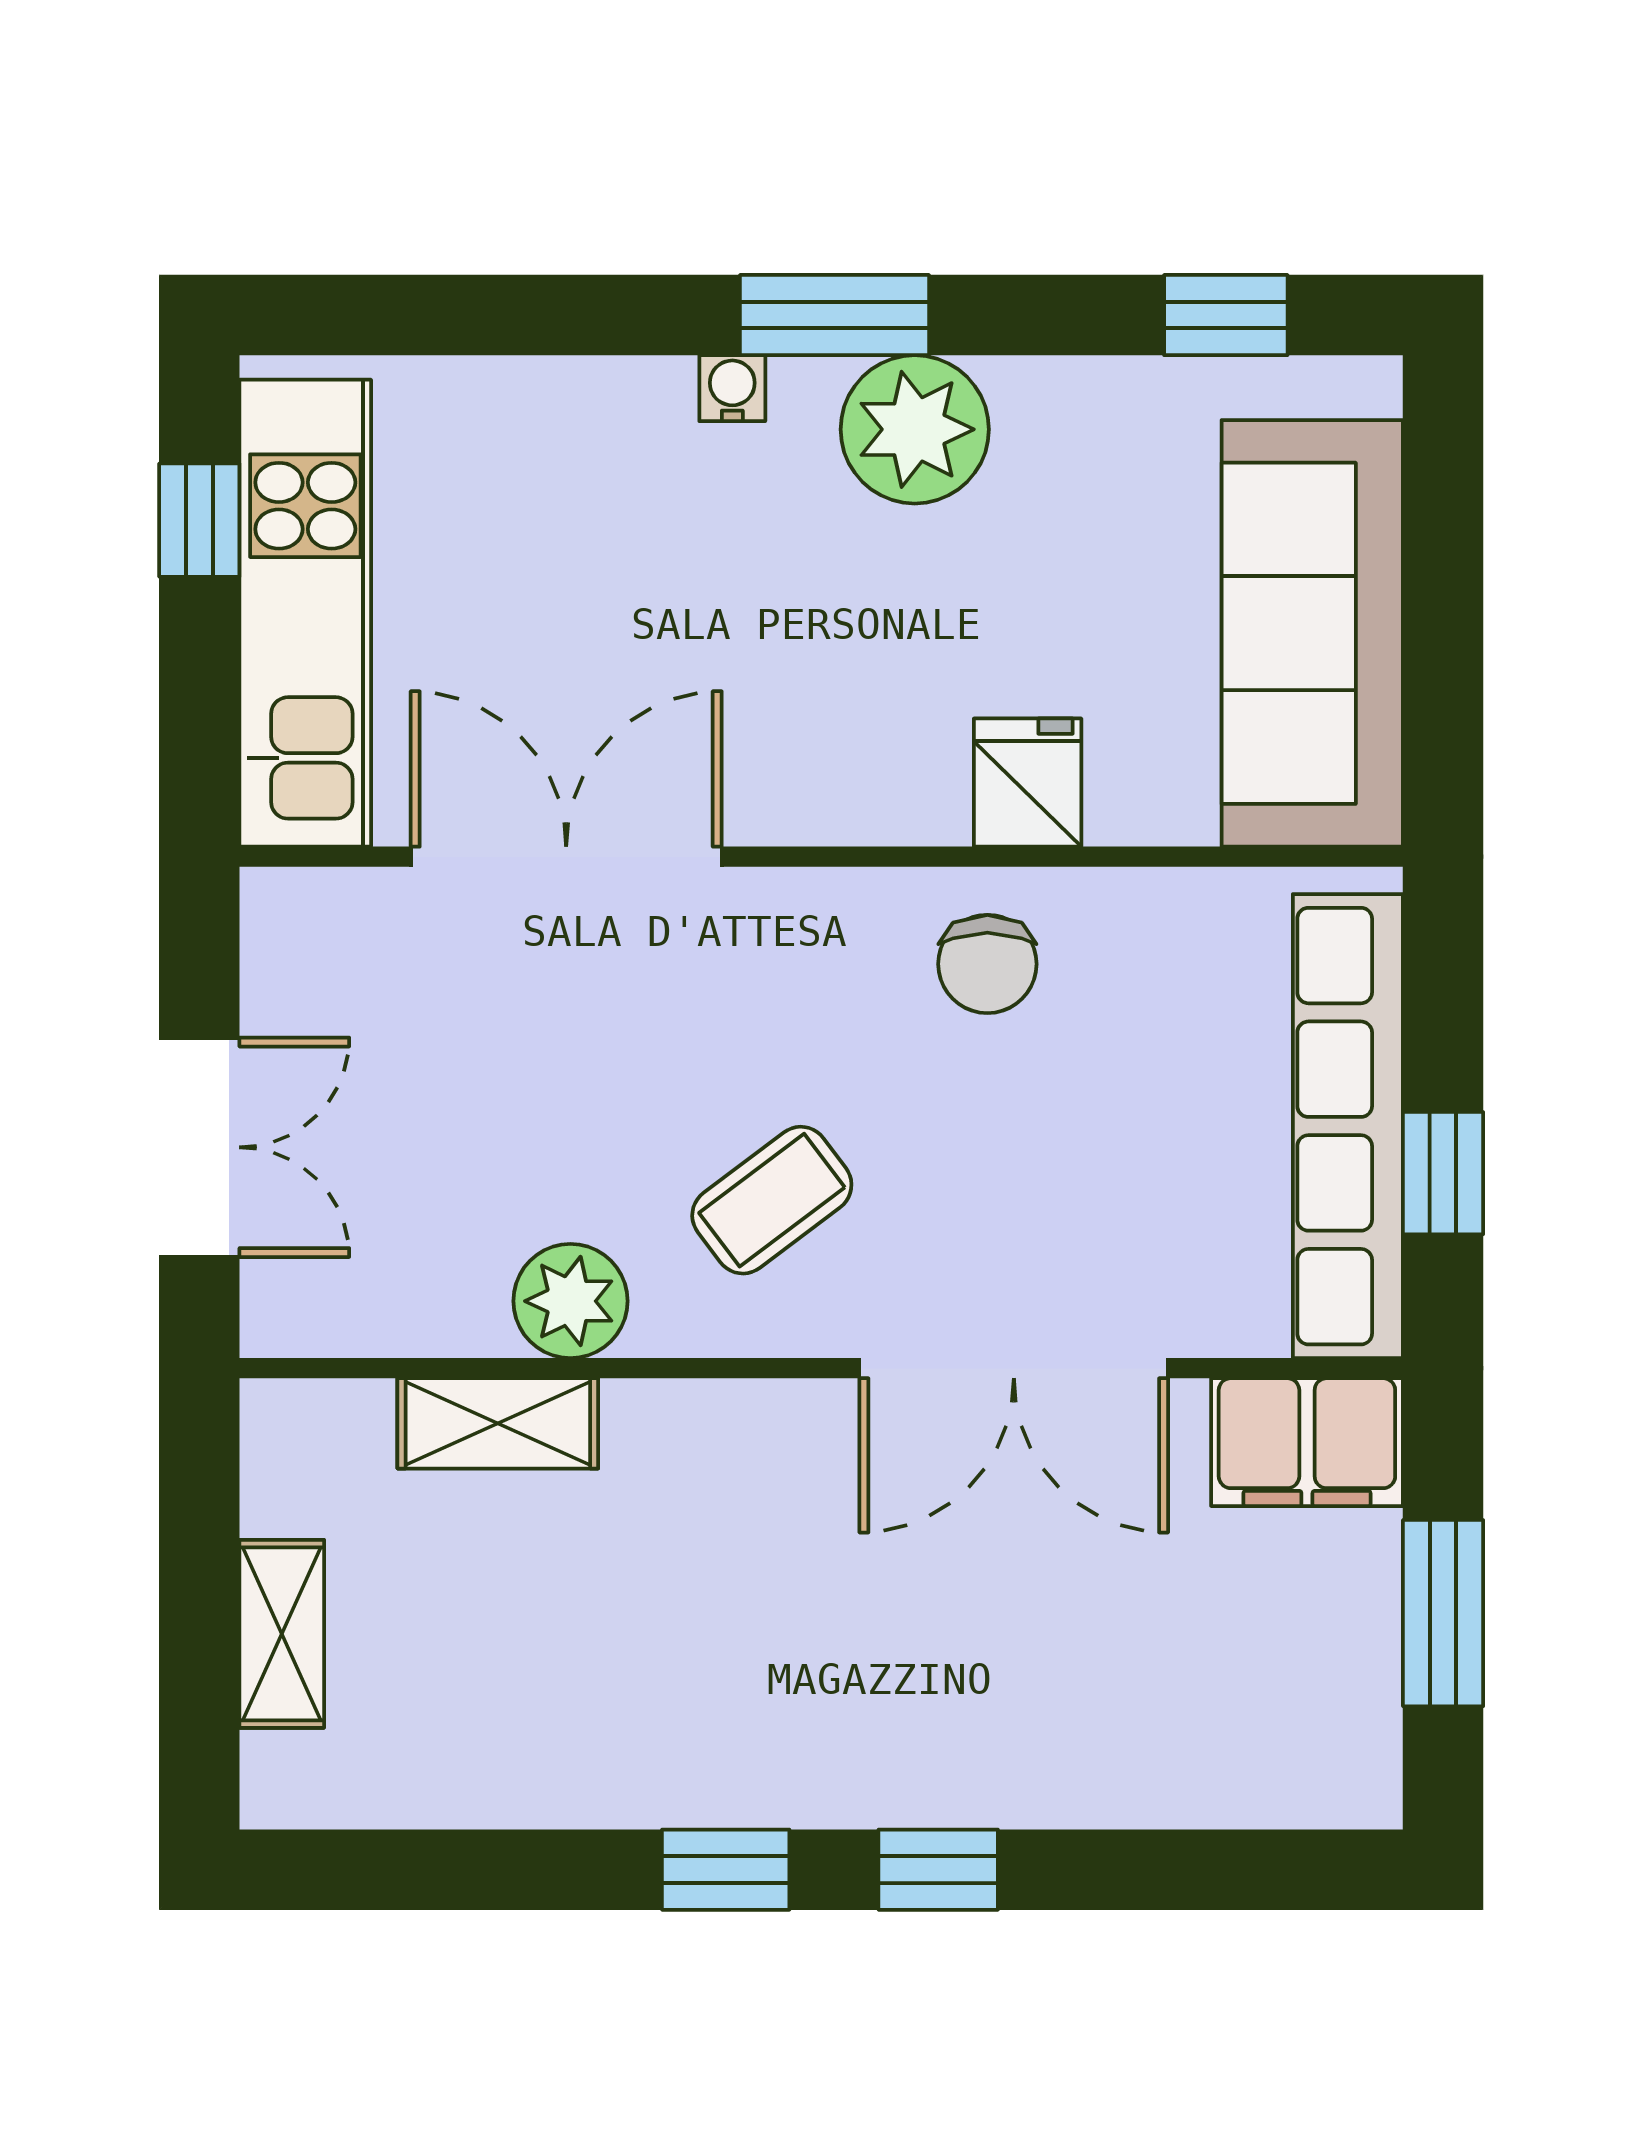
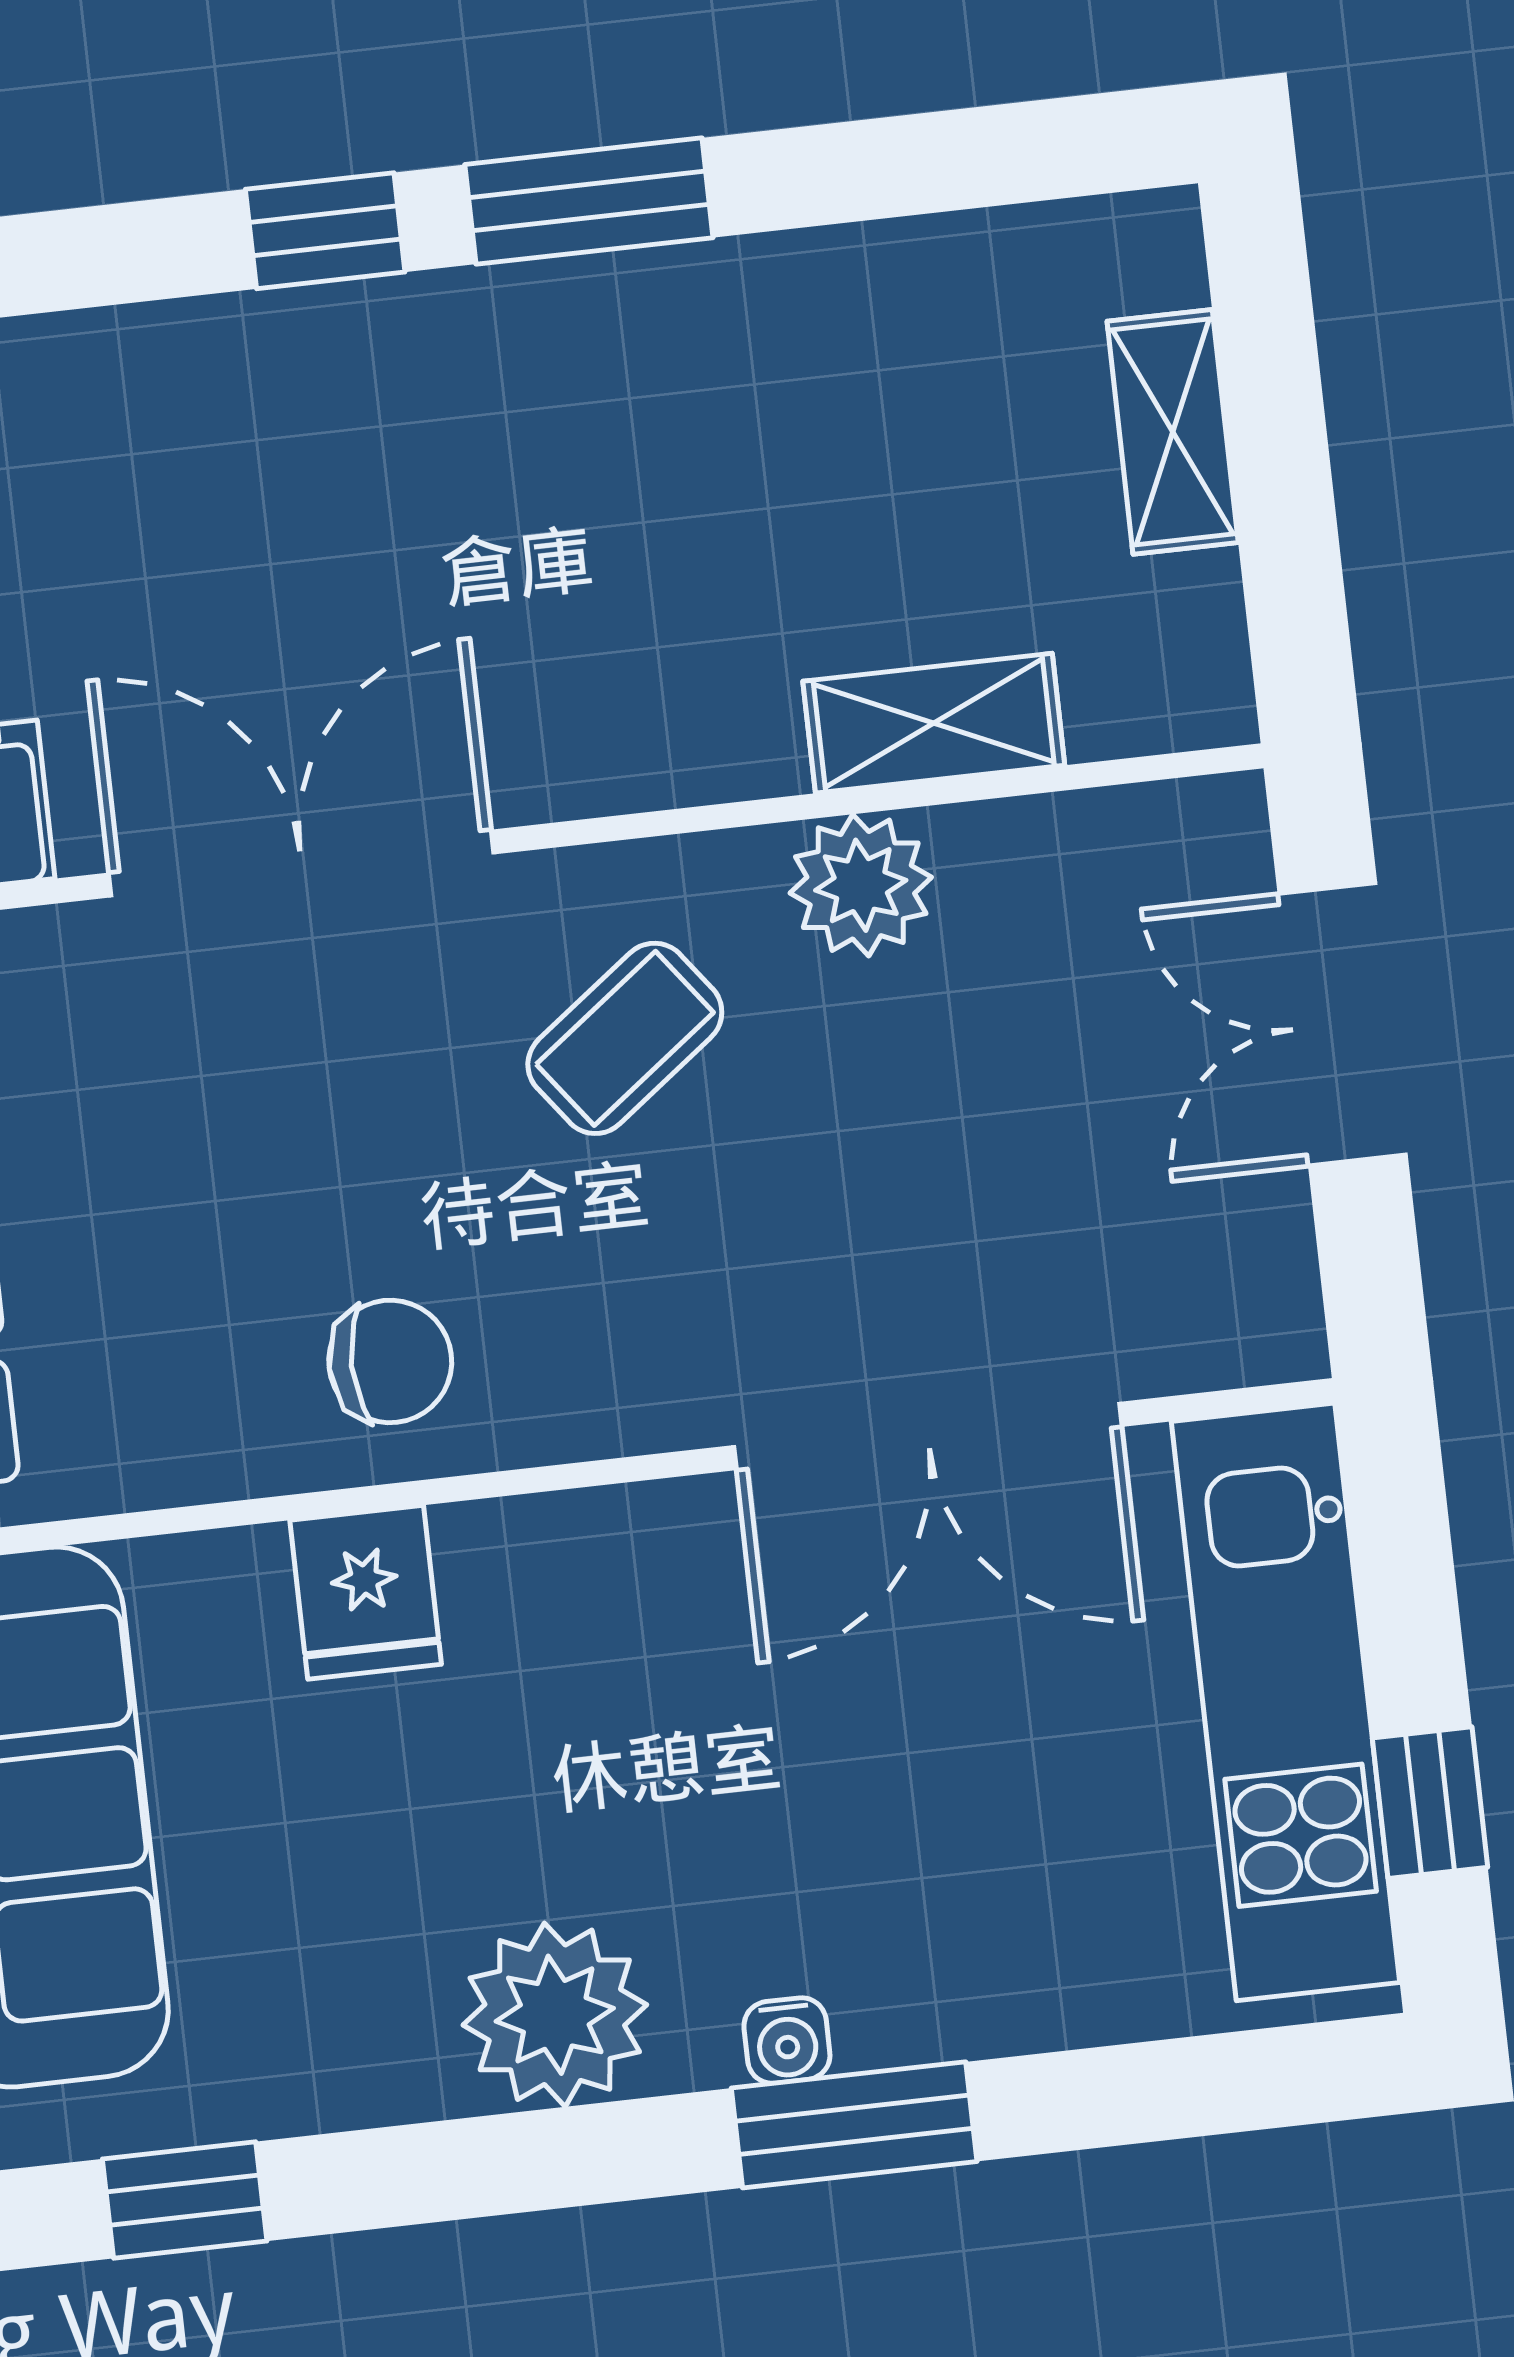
window: (834, 315) -> (854, 2125), moved
chair: (987, 964) -> (390, 1361), turned 90
window: (726, 1870) -> (589, 201), width x1.50

